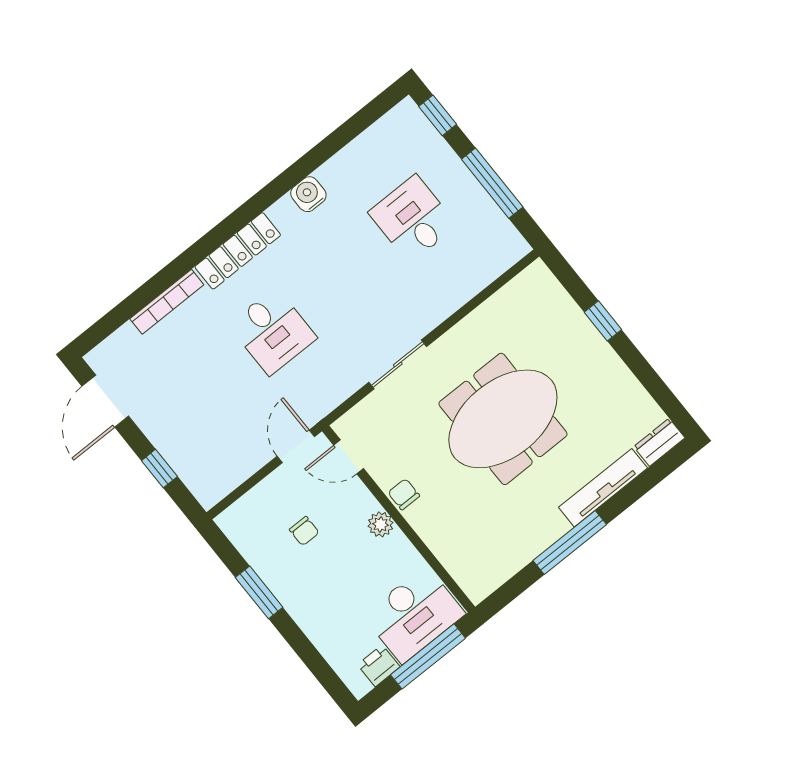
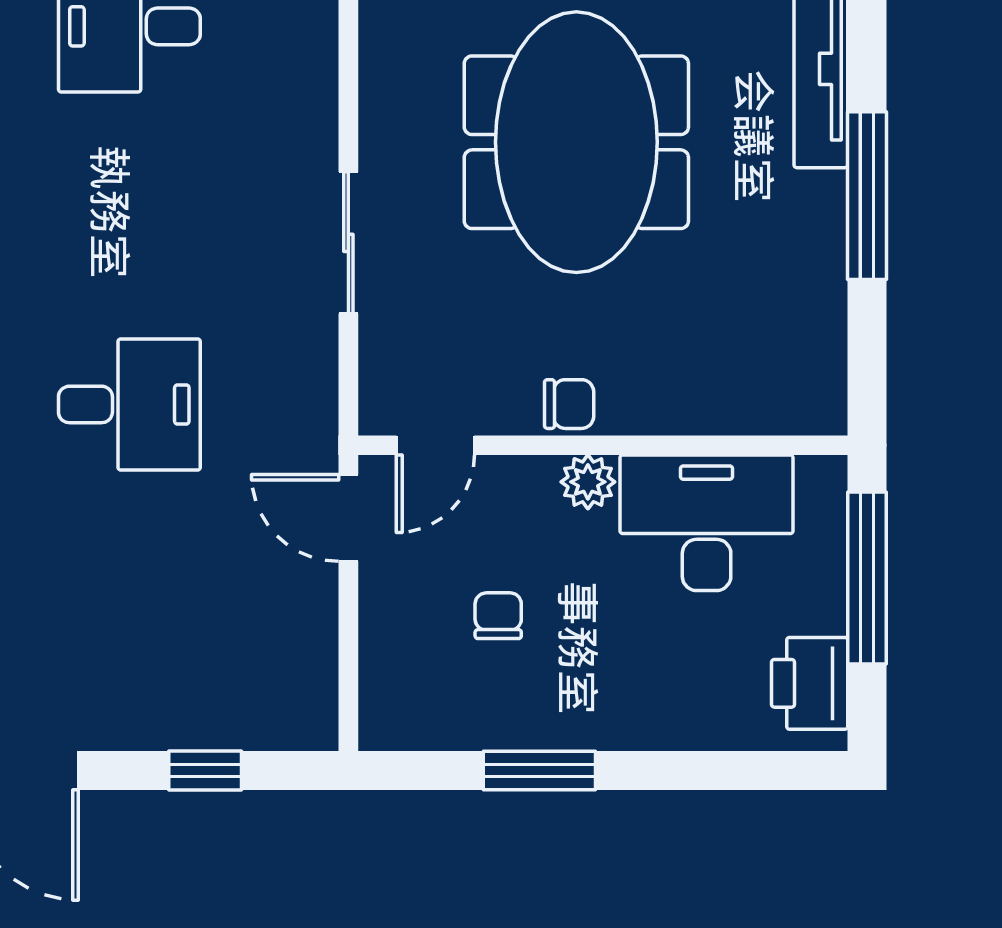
chair: (404, 494) -> (569, 404), turned 180
chair: (304, 531) -> (498, 616), turned -90
desk: (414, 615) -> (707, 523), moved, turned -90
printer: (379, 666) -> (810, 683), width x1.36, depth x1.24

